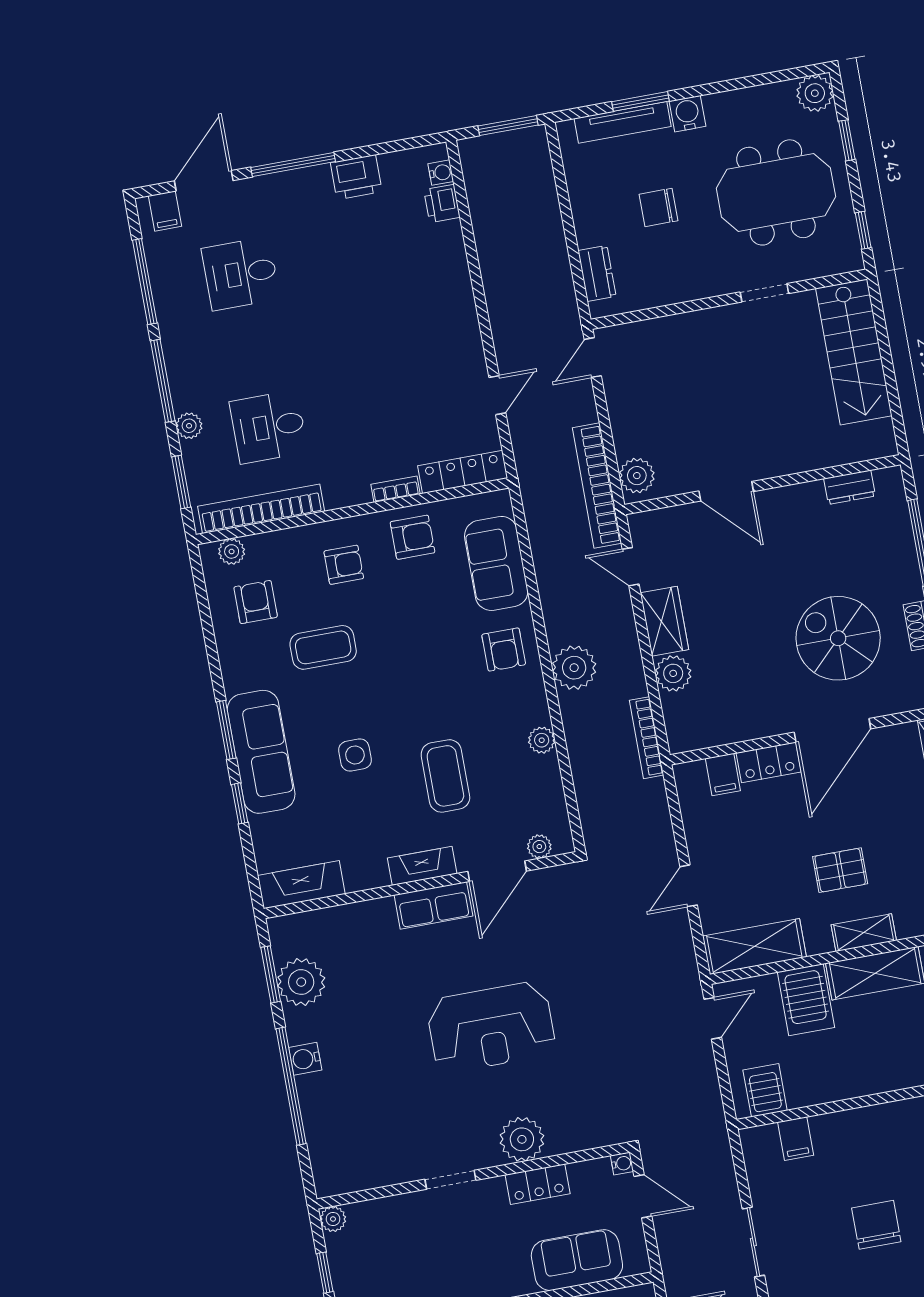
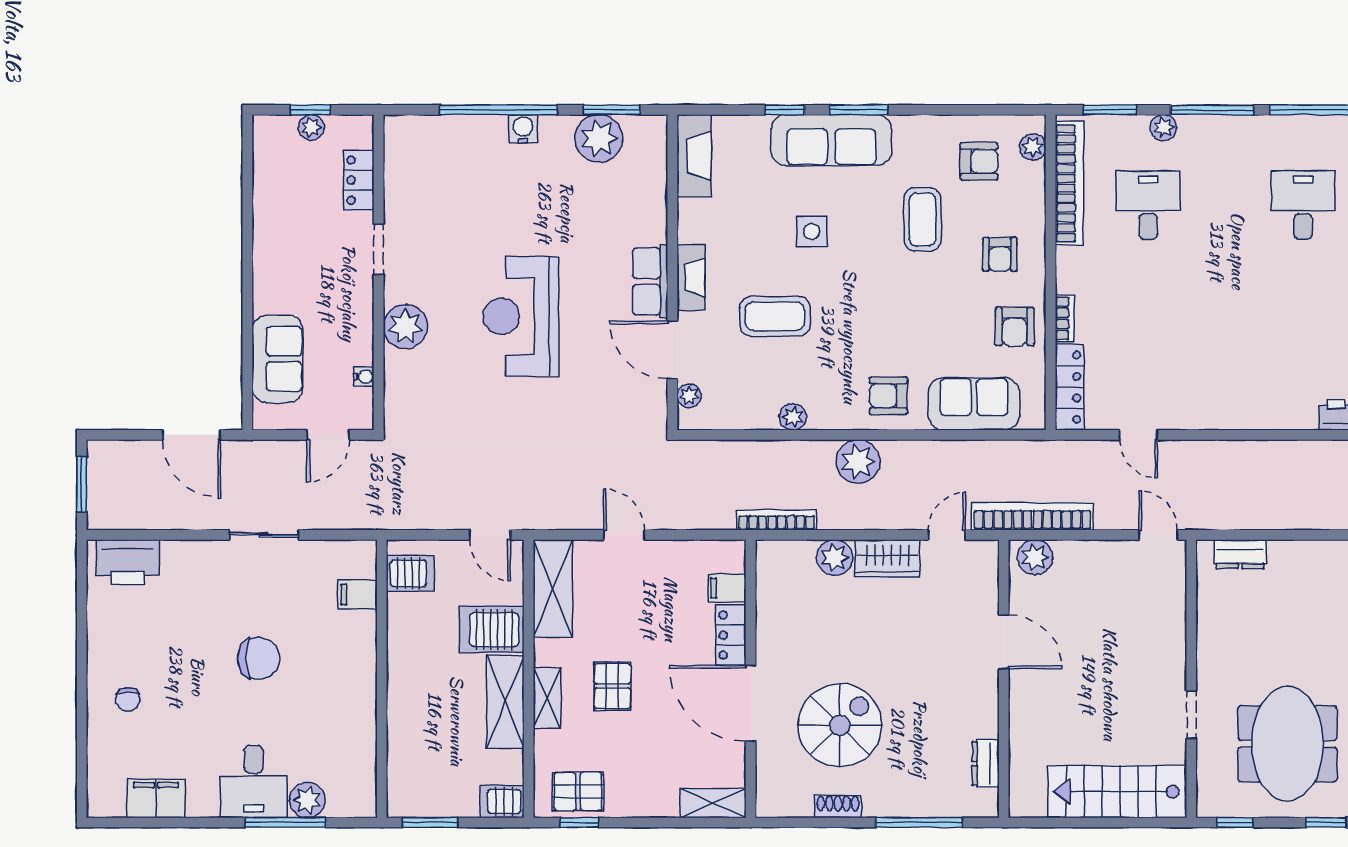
chair: (658, 207) -> (1294, 626), removed
door: (726, 491) -> (1004, 642), swing flipped
water cooler: (622, 1164) -> (364, 377), moved, turned -90
locker: (538, 1184) -> (359, 180), moved
plant: (333, 1219) -> (311, 127), moved

